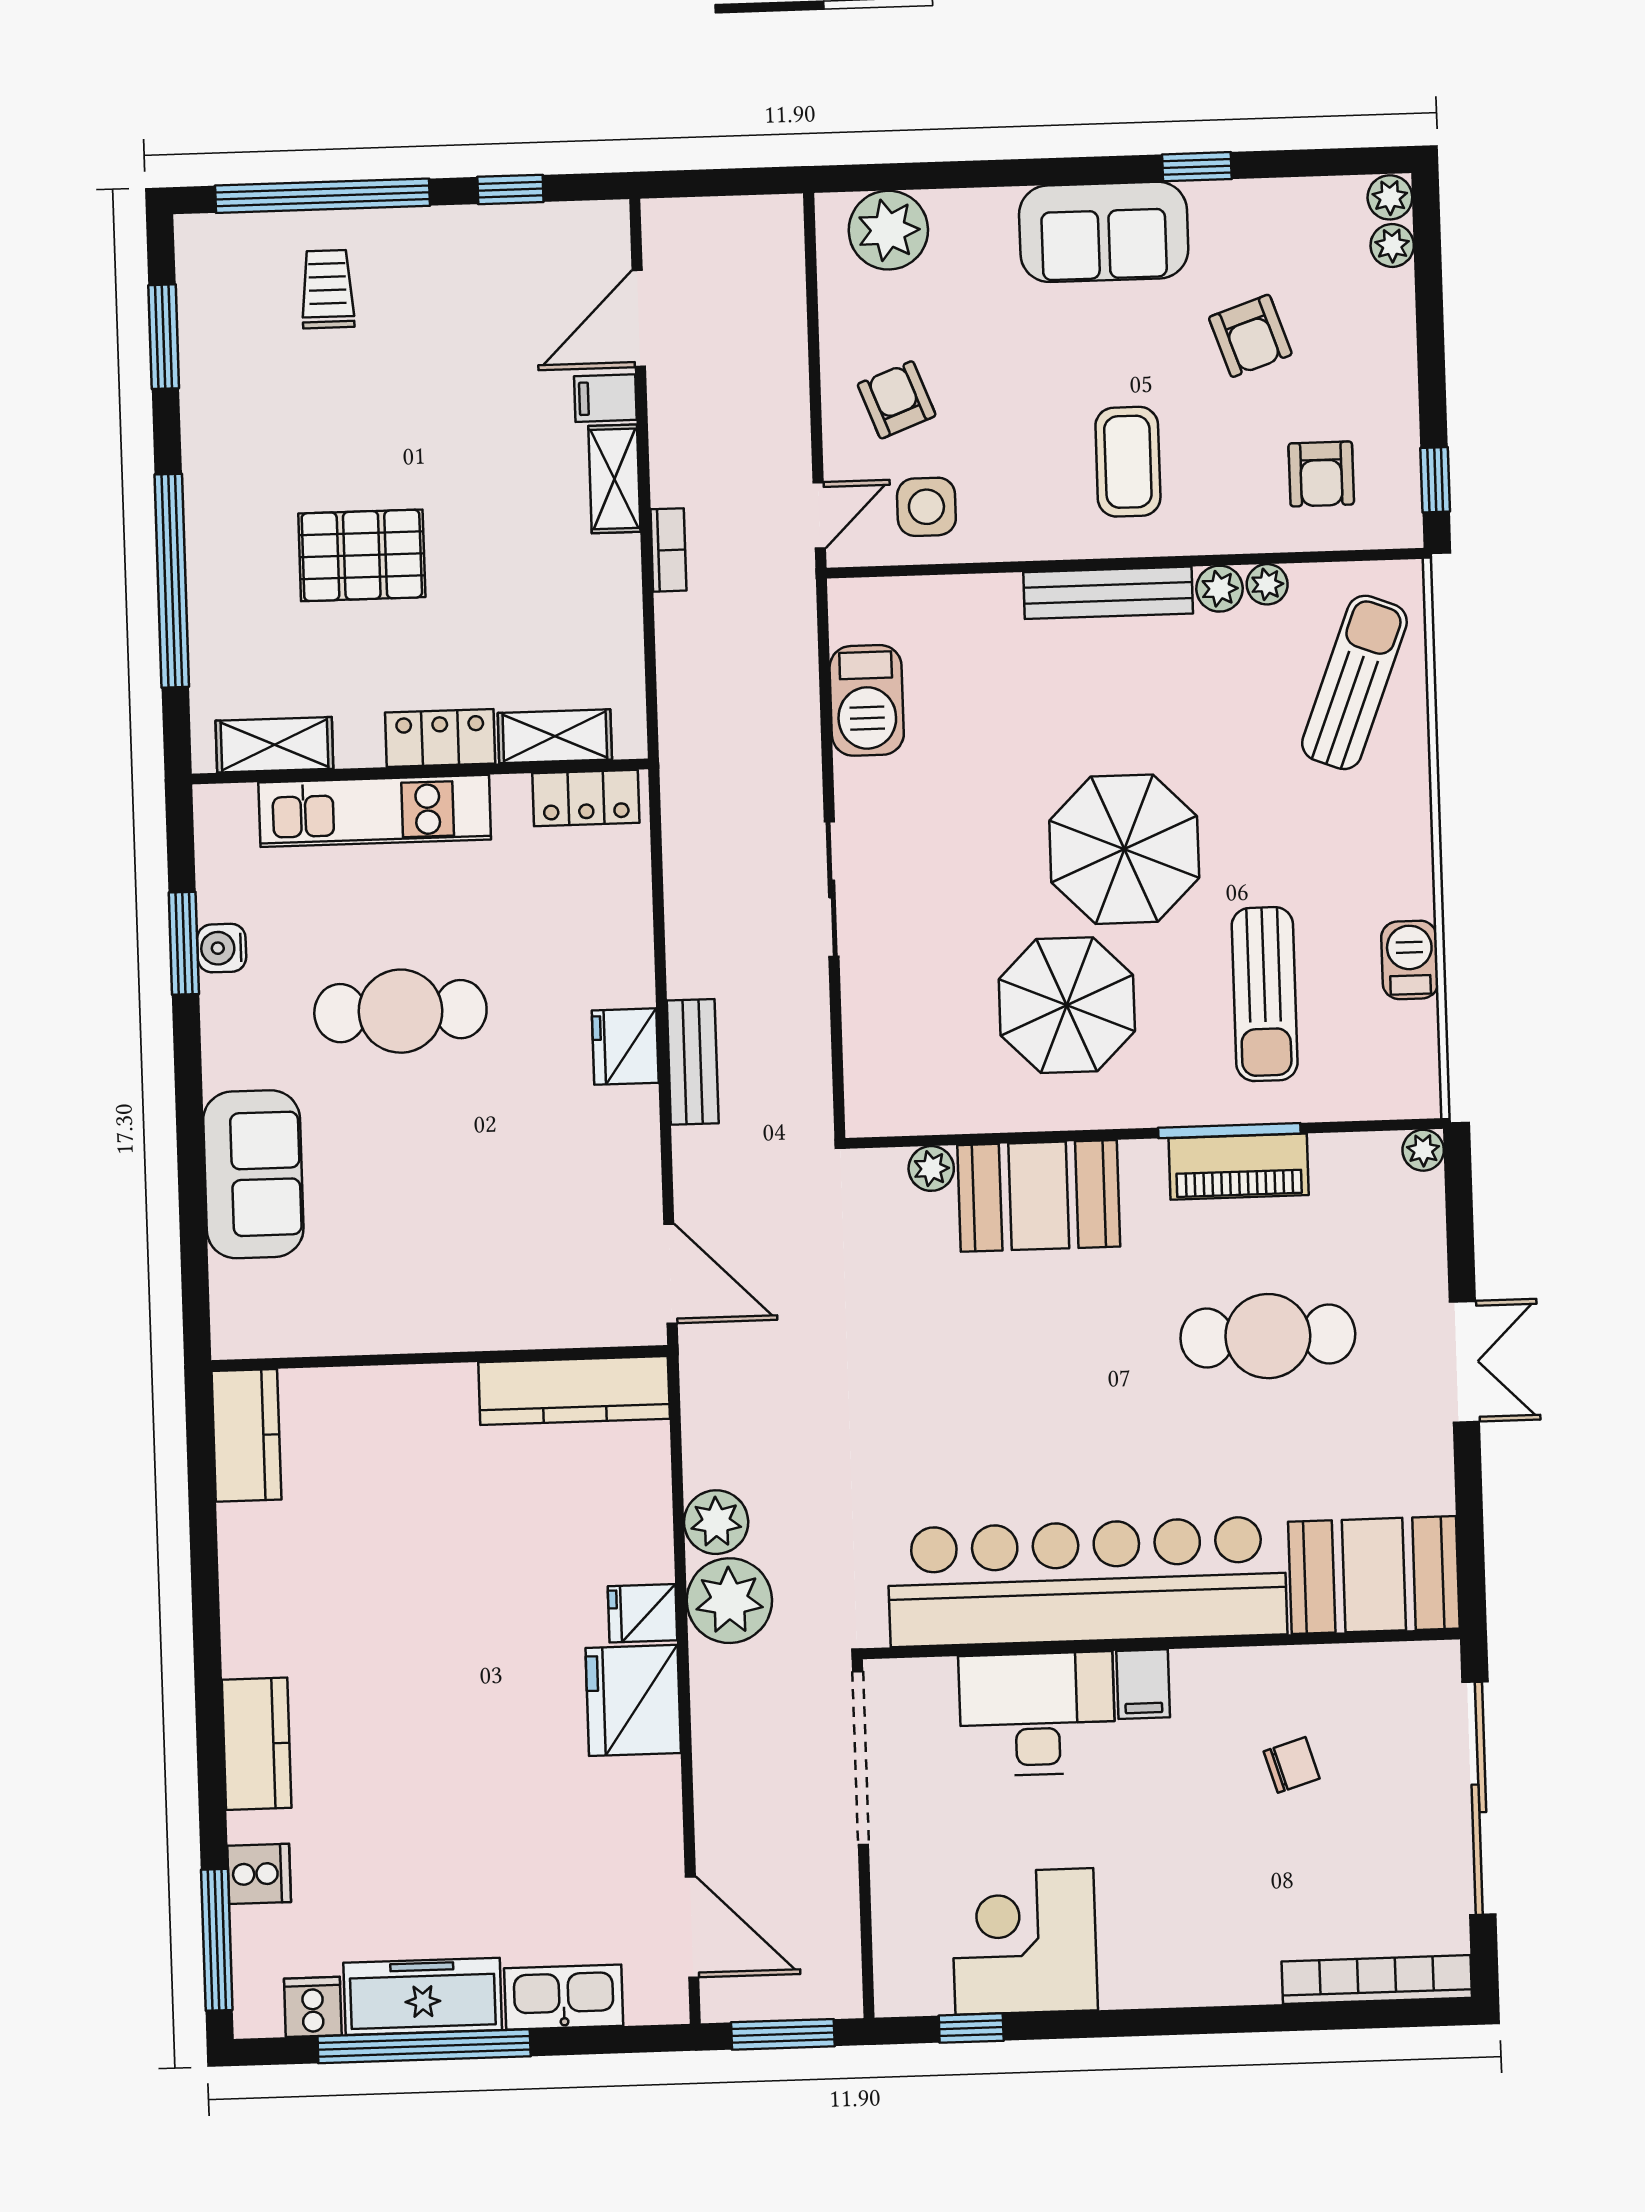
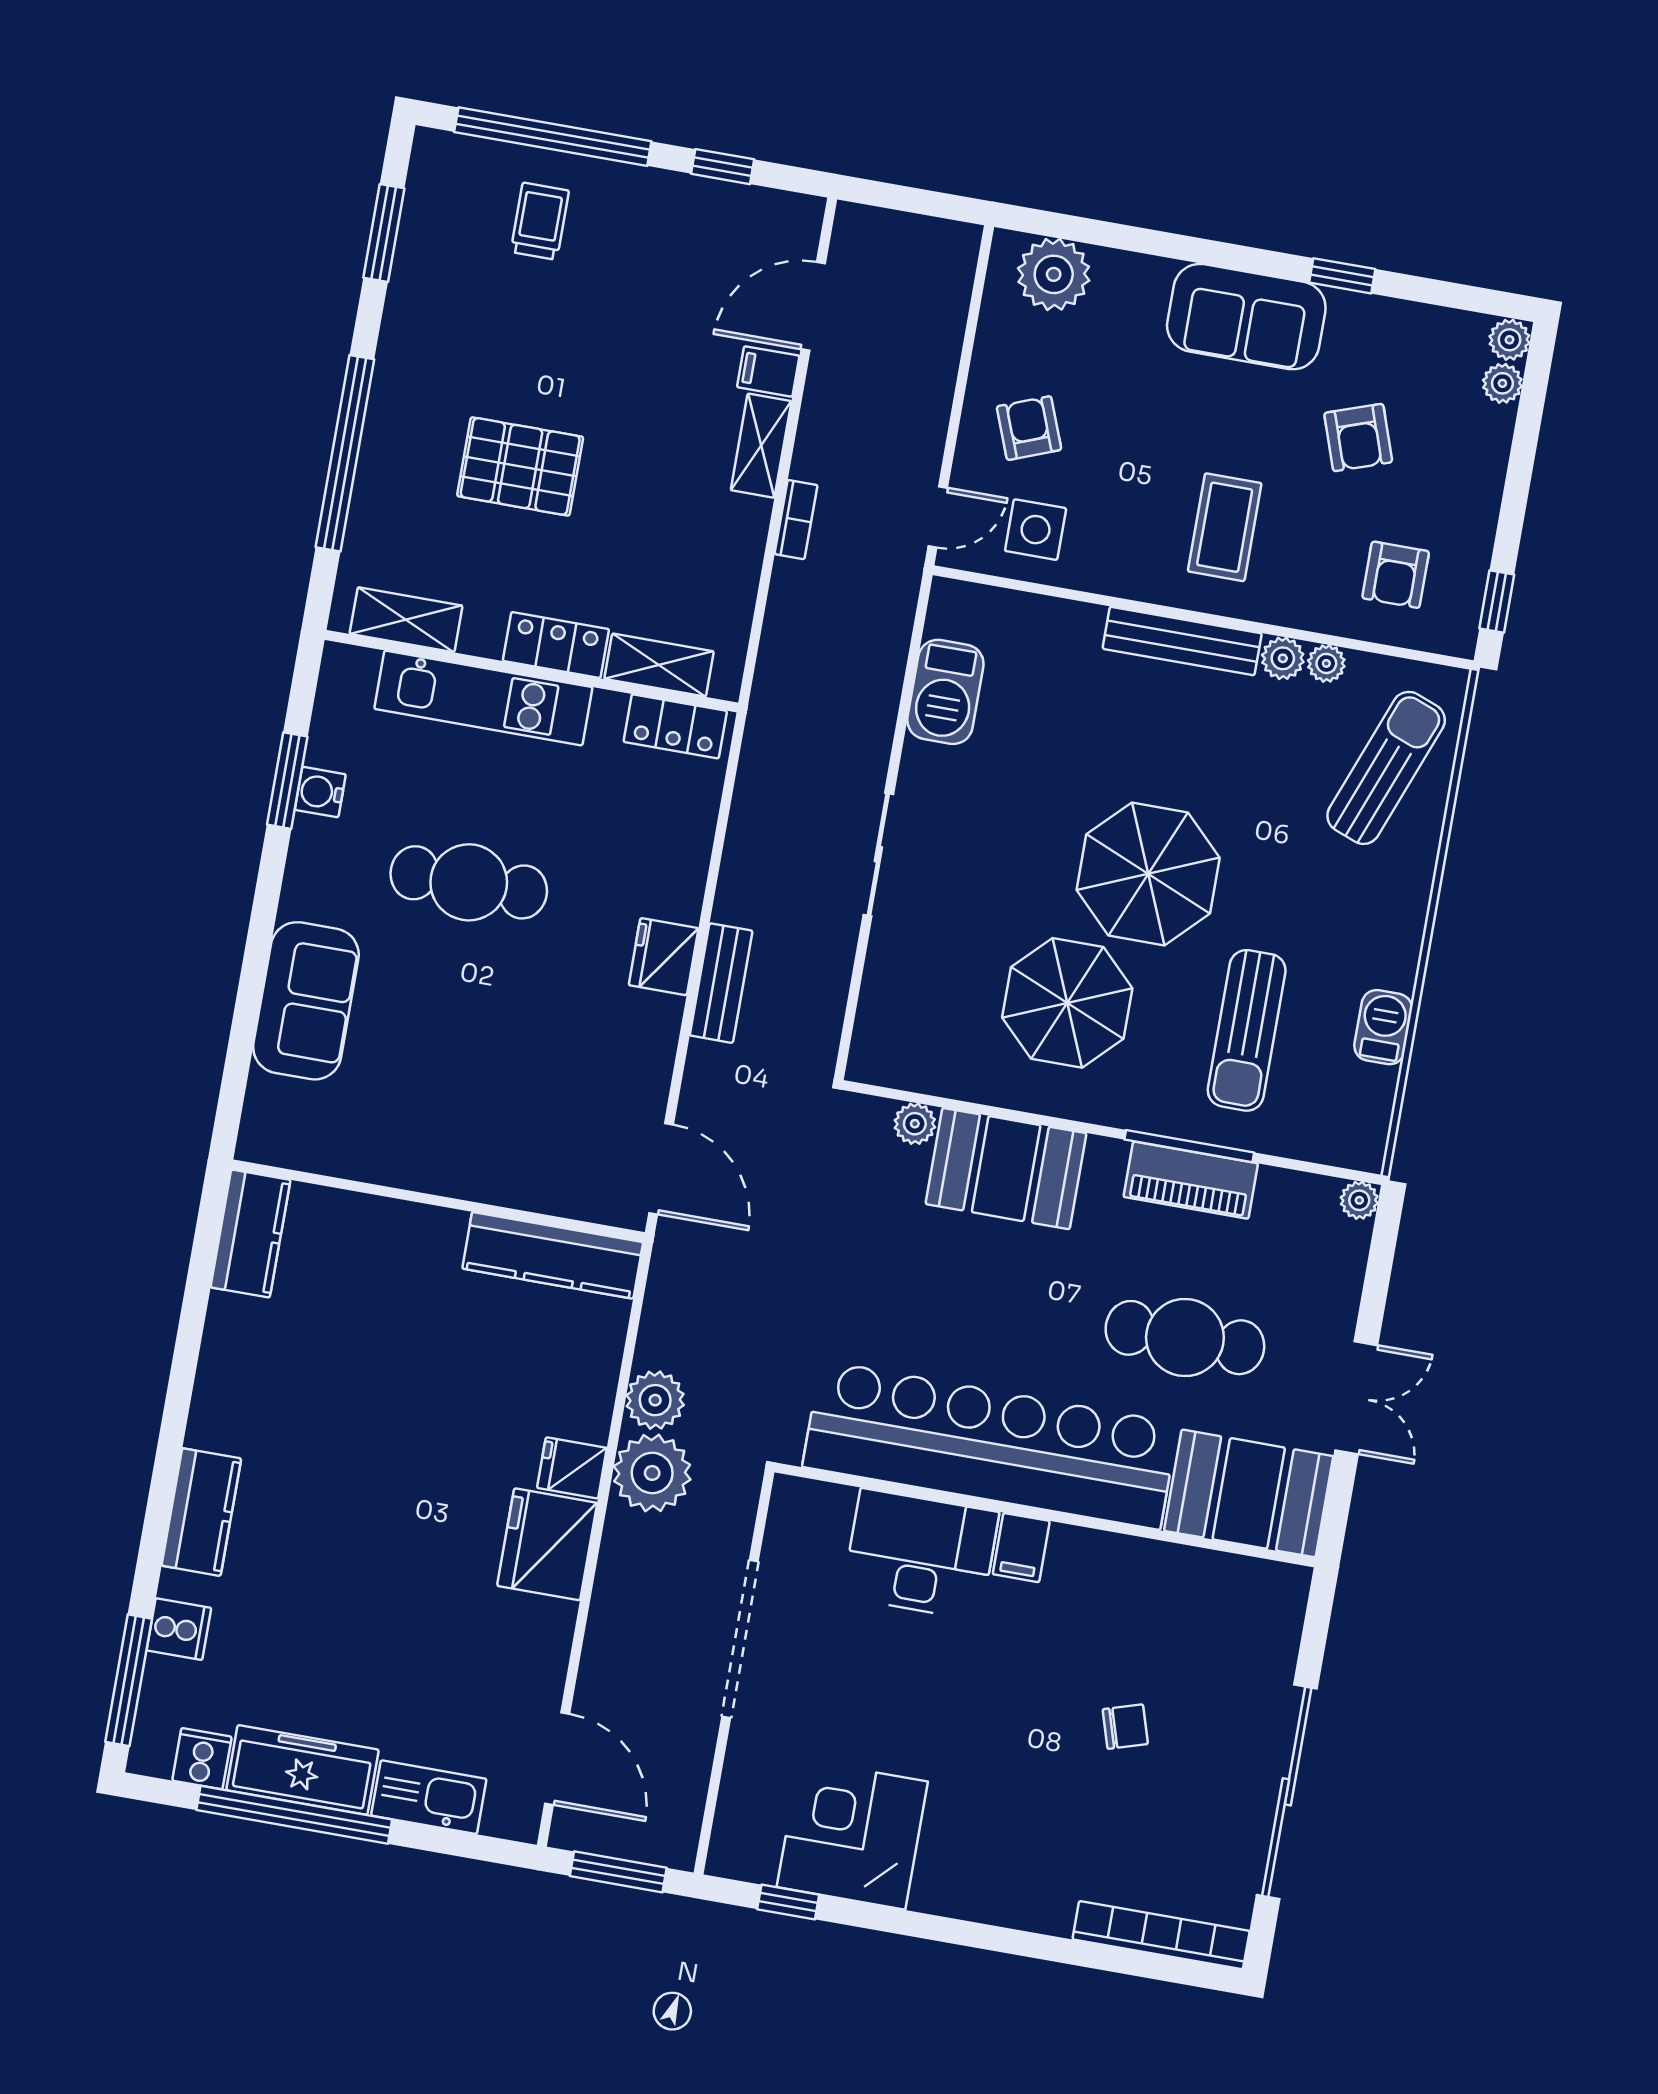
booth: (1374, 1575) -> (1249, 1493), moved
bar counter: (1087, 1582) -> (990, 1445), moved
wall: (1161, 1644) -> (1045, 1515), moved
filing cabinet: (1143, 1684) -> (1021, 1548), moved
desk: (1037, 1714) -> (921, 1554), moved

